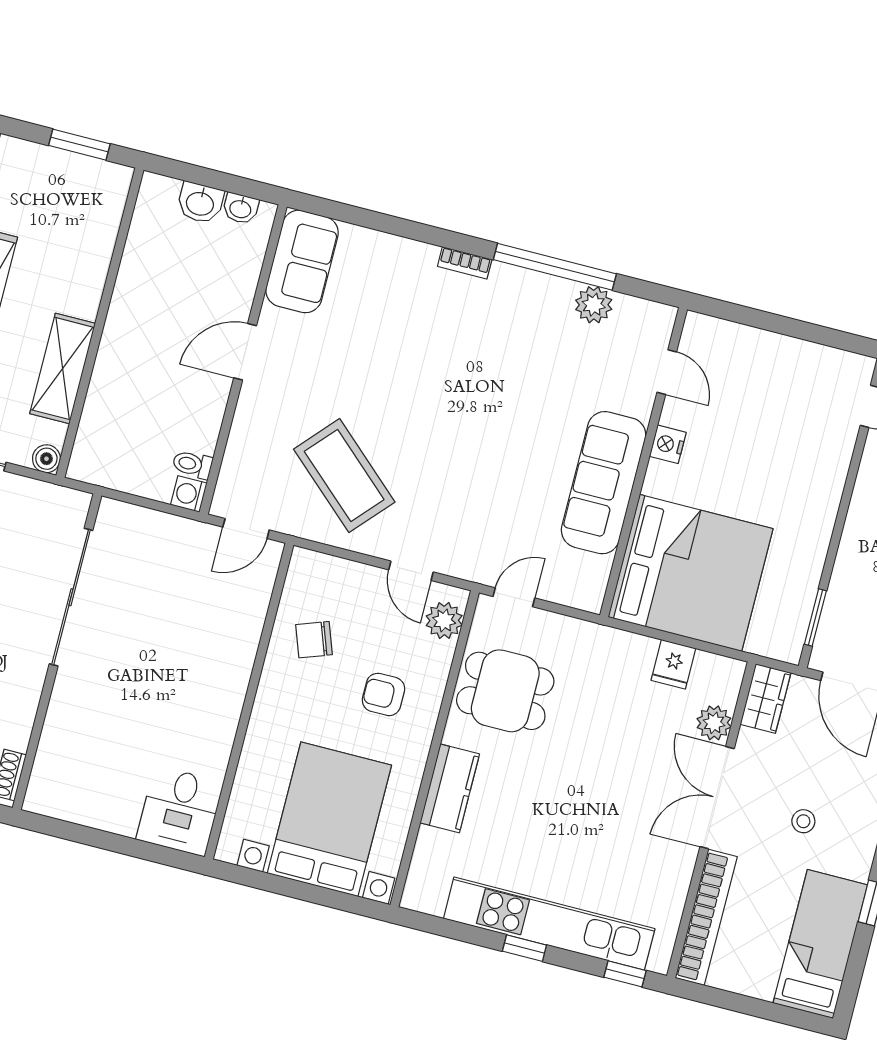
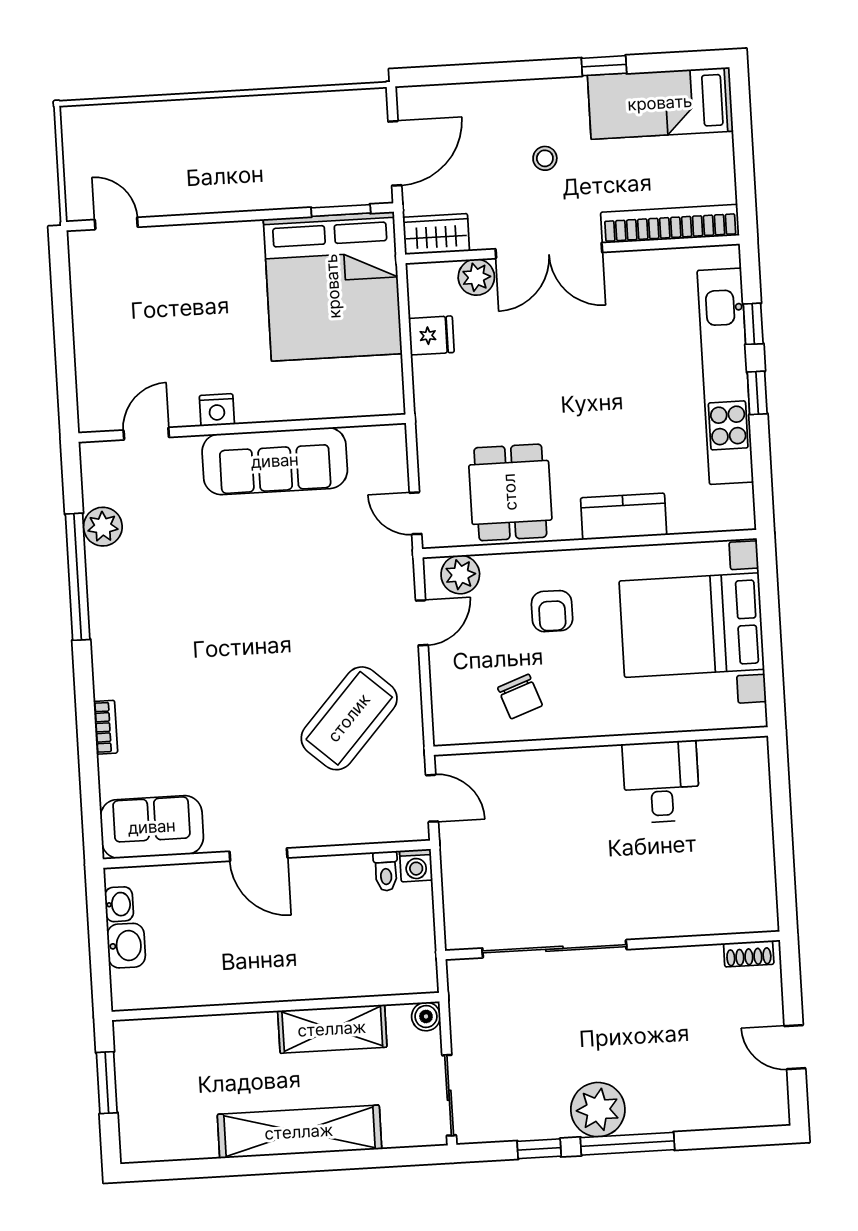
bookcase: (465, 263) -> (106, 727), moved
bed: (691, 573) -> (333, 286), moved, turned 180
desk: (180, 811) -> (661, 782), moved, turned -90
window: (625, 974) -> (753, 324), moved

